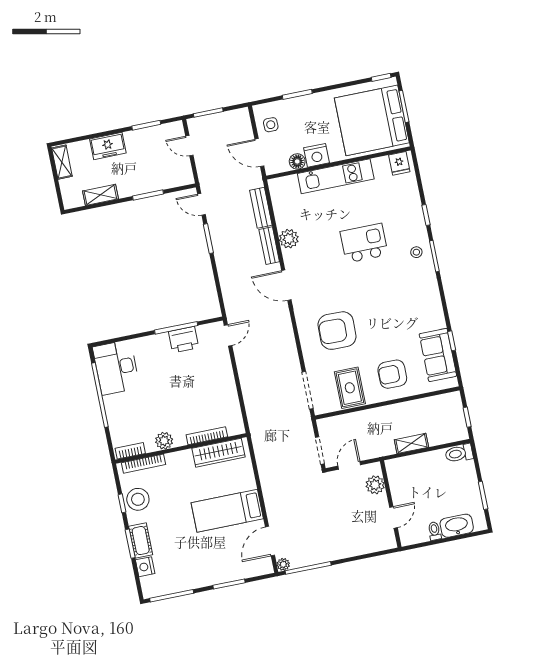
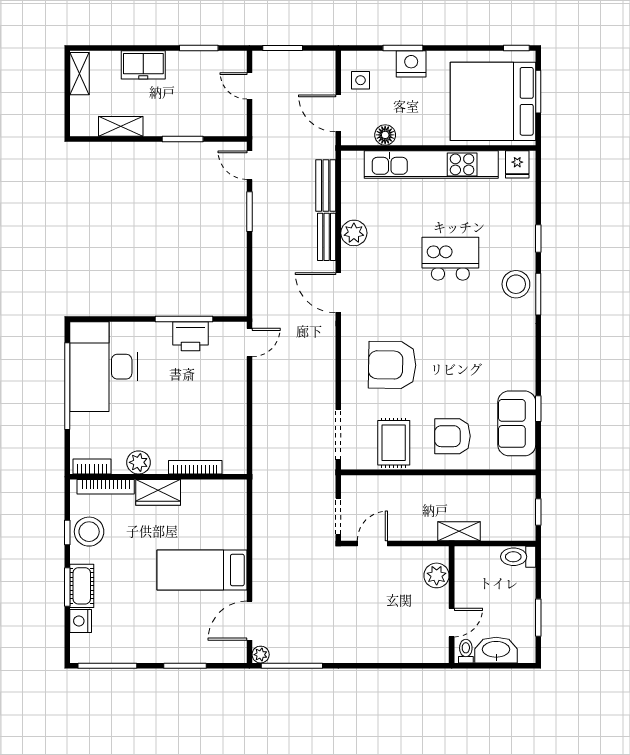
nightstand: (317, 155) -> (411, 64), moved, turned 180
kitchen unit: (336, 176) -> (431, 164), width x1.36
stool: (416, 252) -> (516, 284), width x1.89, depth x1.89
desk: (116, 367) -> (104, 367), width x1.36, depth x1.30
wardrobe: (218, 453) -> (158, 492), moved, width x0.67
plant: (375, 485) -> (437, 575), moved
wall: (391, 504) -> (452, 605), moved
door: (393, 517) -> (452, 623), moved

